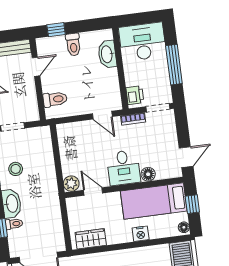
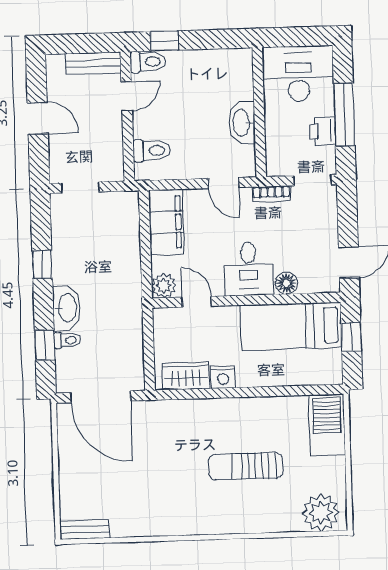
toilet: (73, 45) -> (148, 62), moved, turned -90
washbasin: (107, 54) -> (242, 123), moved
printer: (135, 95) -> (323, 131), moved, turned 180
filing cabinet: (69, 143) -> (166, 222), added
stool: (16, 169) -> (79, 254), removed
floor lamp: (184, 227) -> (334, 372), removed
nightstand: (141, 234) -> (223, 377), moved

